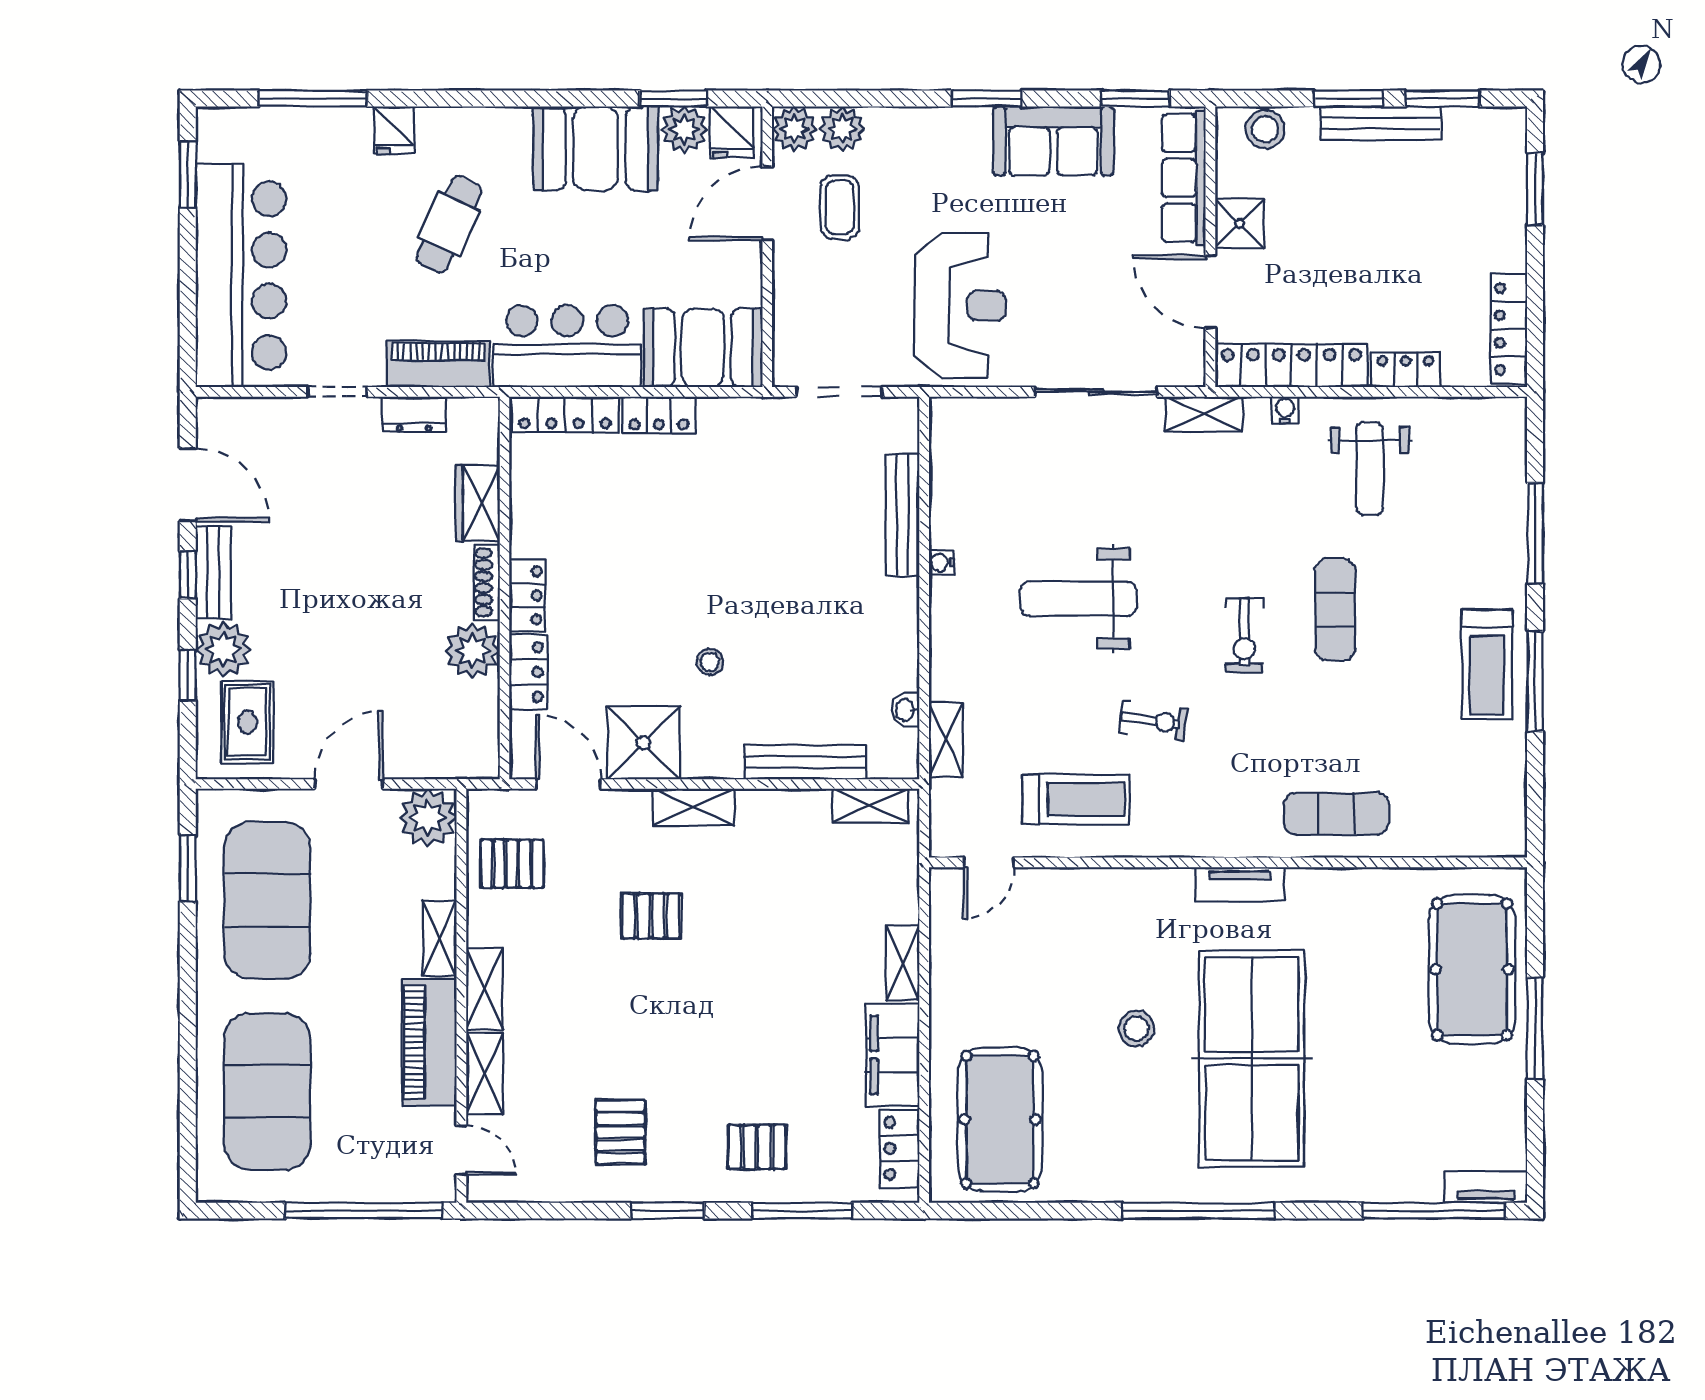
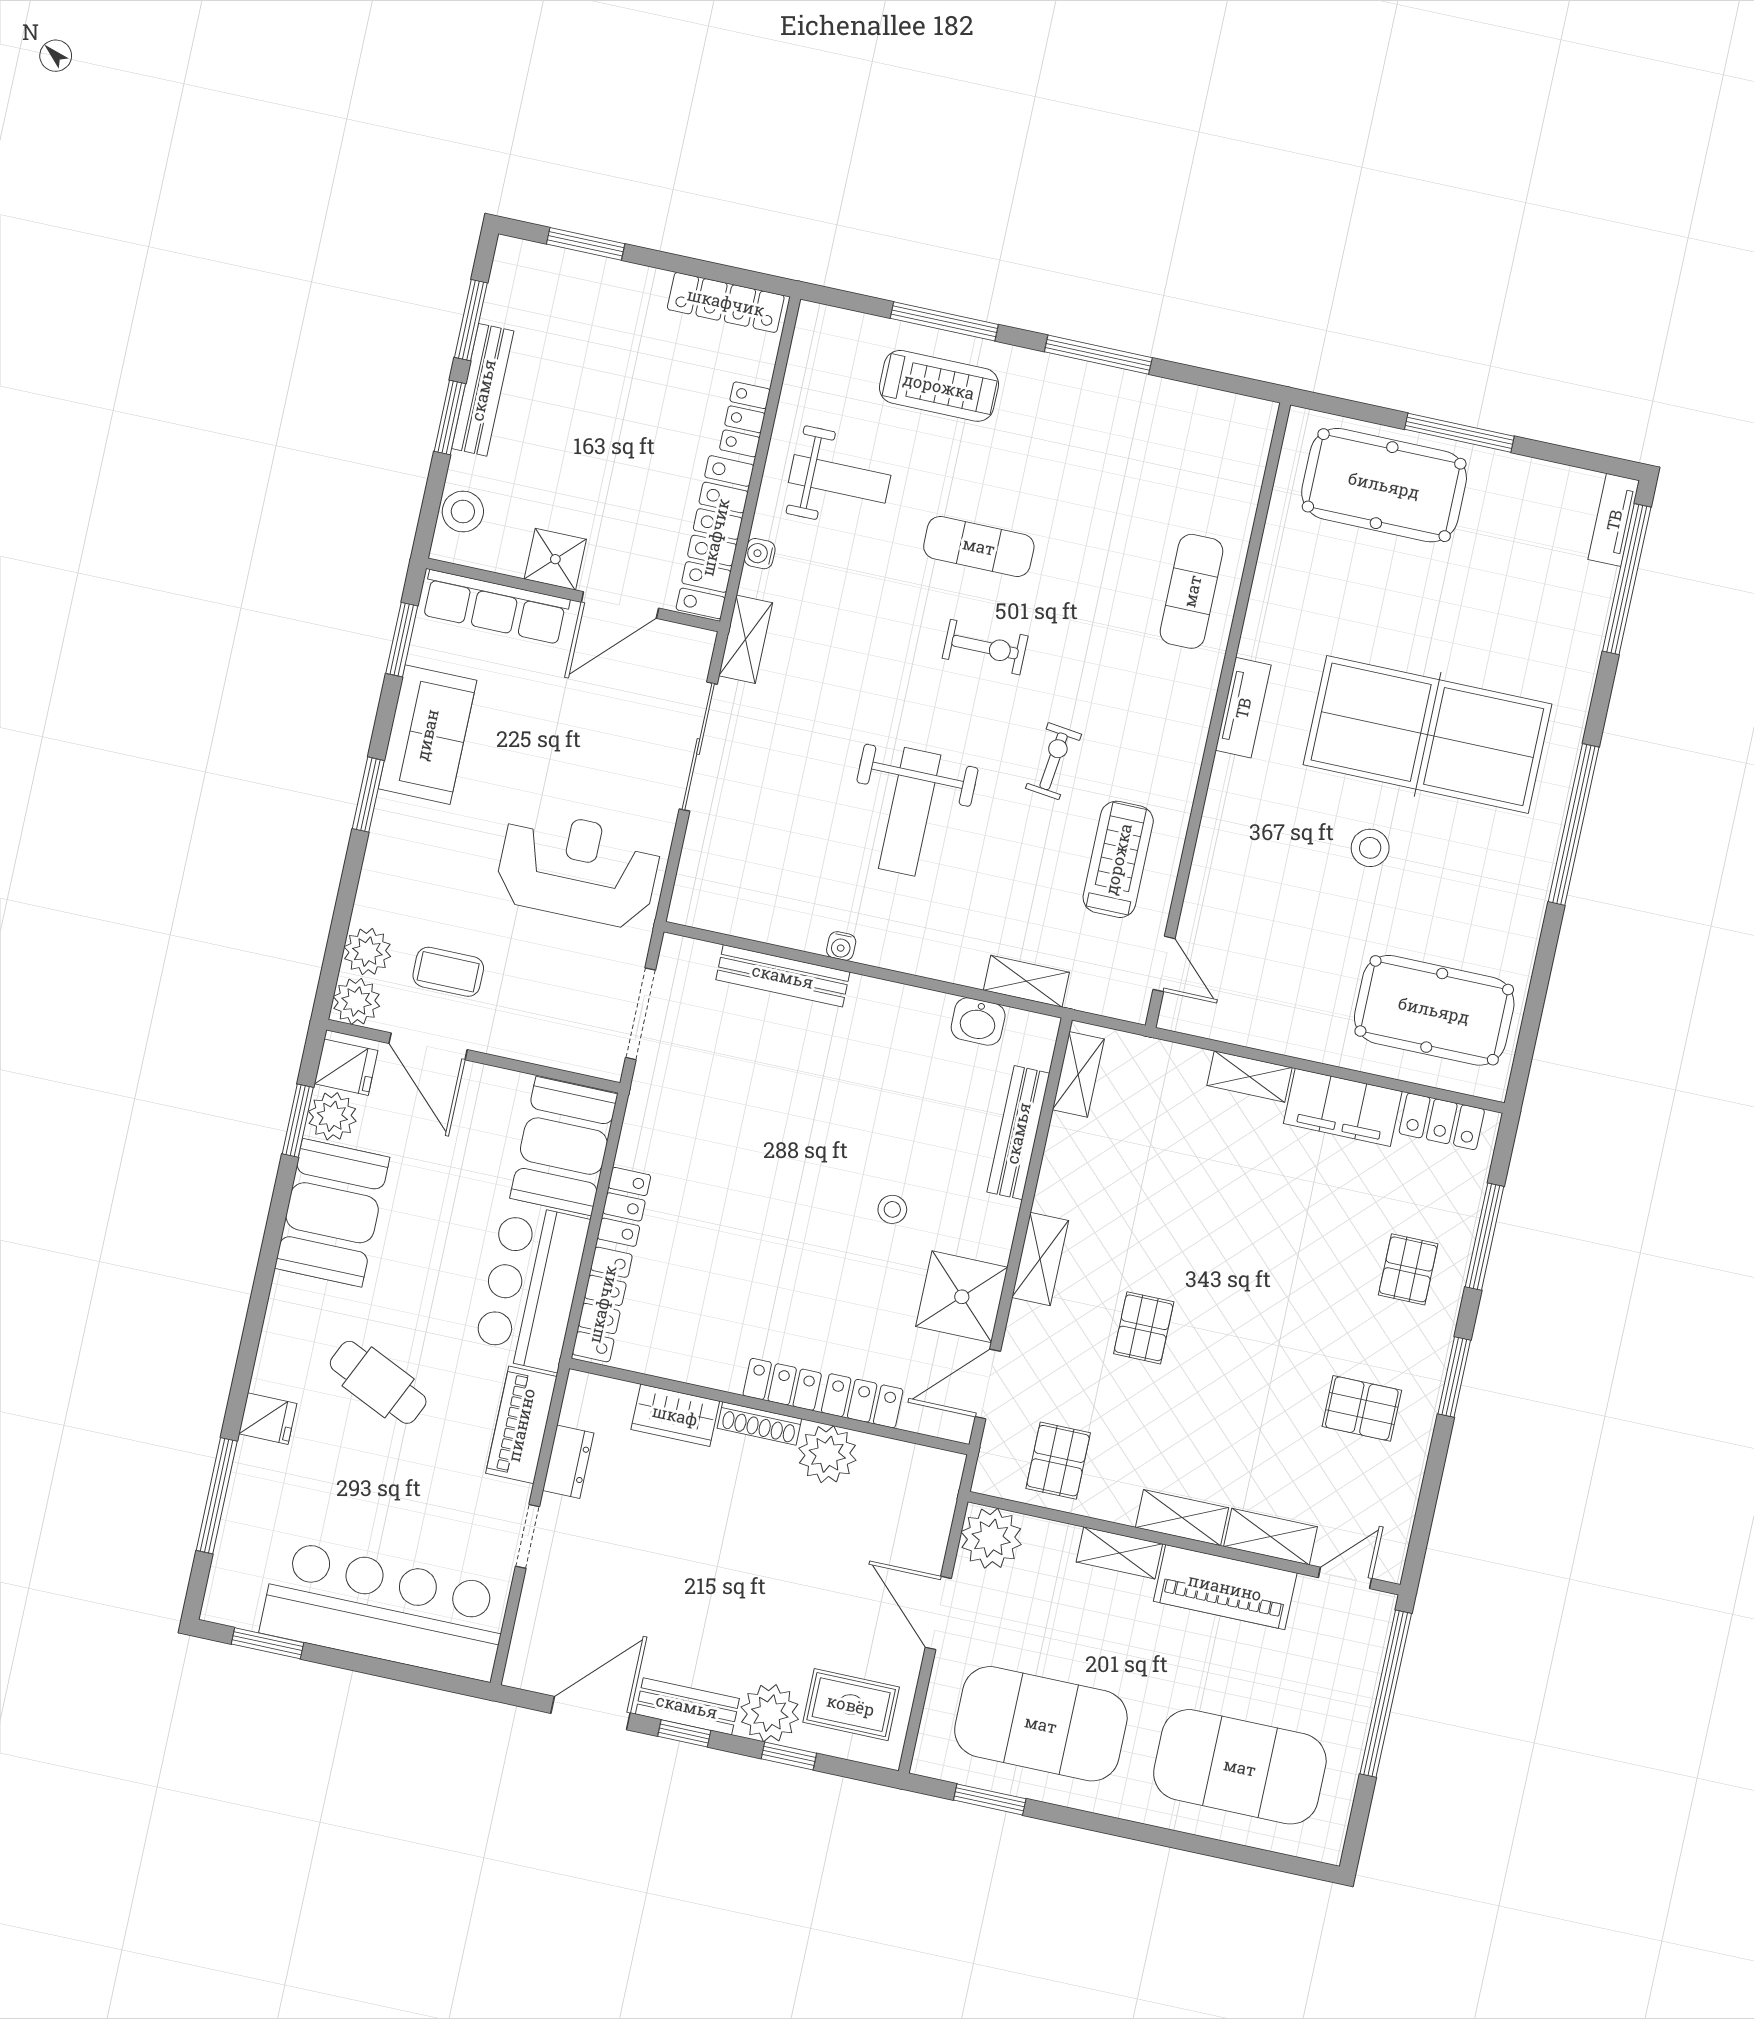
treadmill: (1487, 664) -> (939, 386), moved
washbasin: (905, 710) -> (978, 1021), width x1.38, depth x1.45

